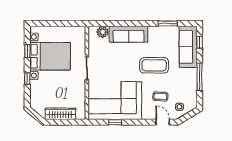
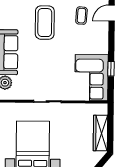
corner sofa: (115, 101) -> (92, 78), width x0.73, depth x0.74

